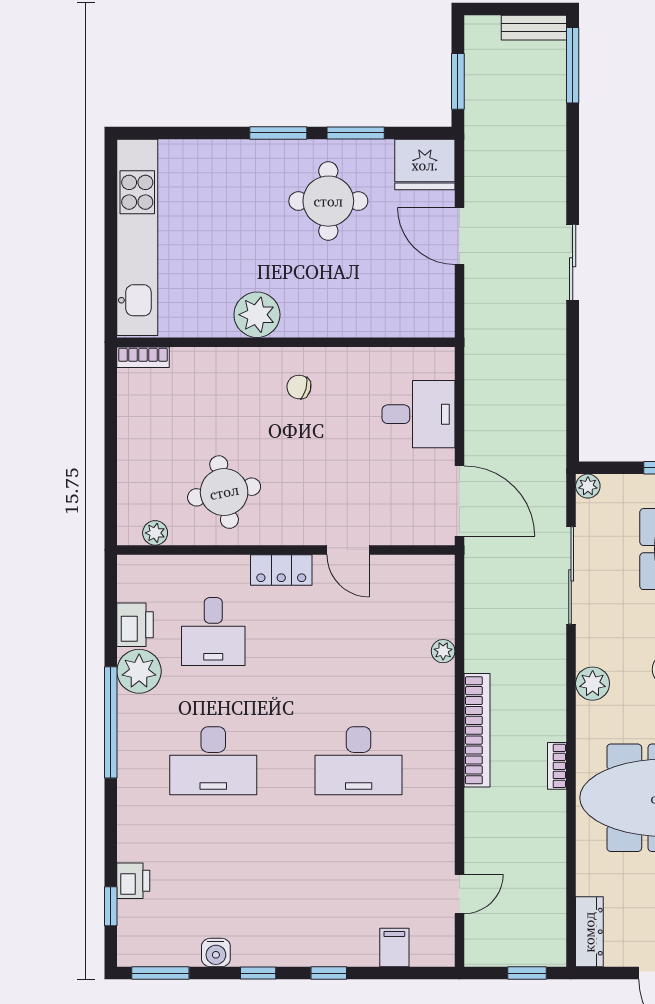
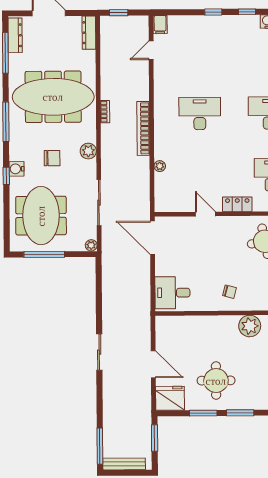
bench: (534, 28) -> (124, 464), width x1.36
desk: (418, 414) -> (172, 293), moved
filing cabinet: (394, 948) -> (160, 25), moved

